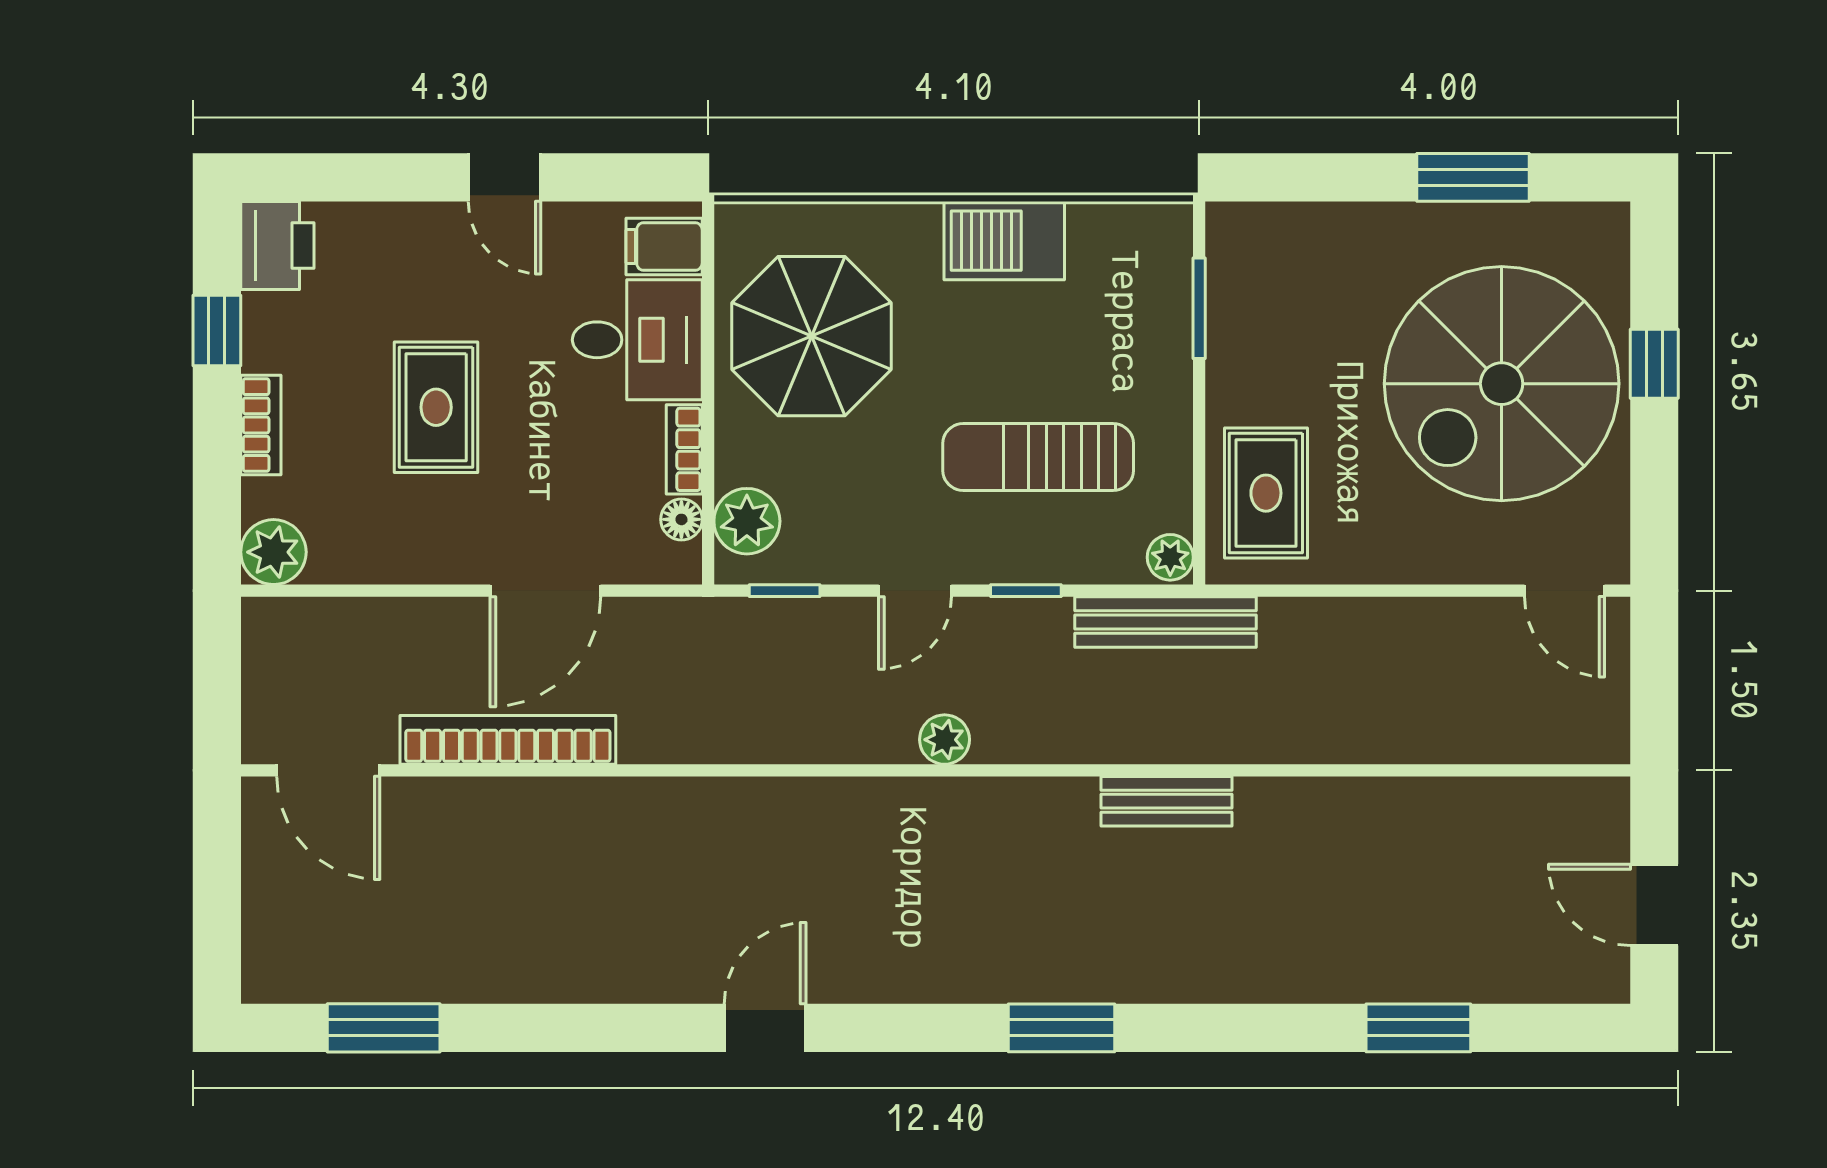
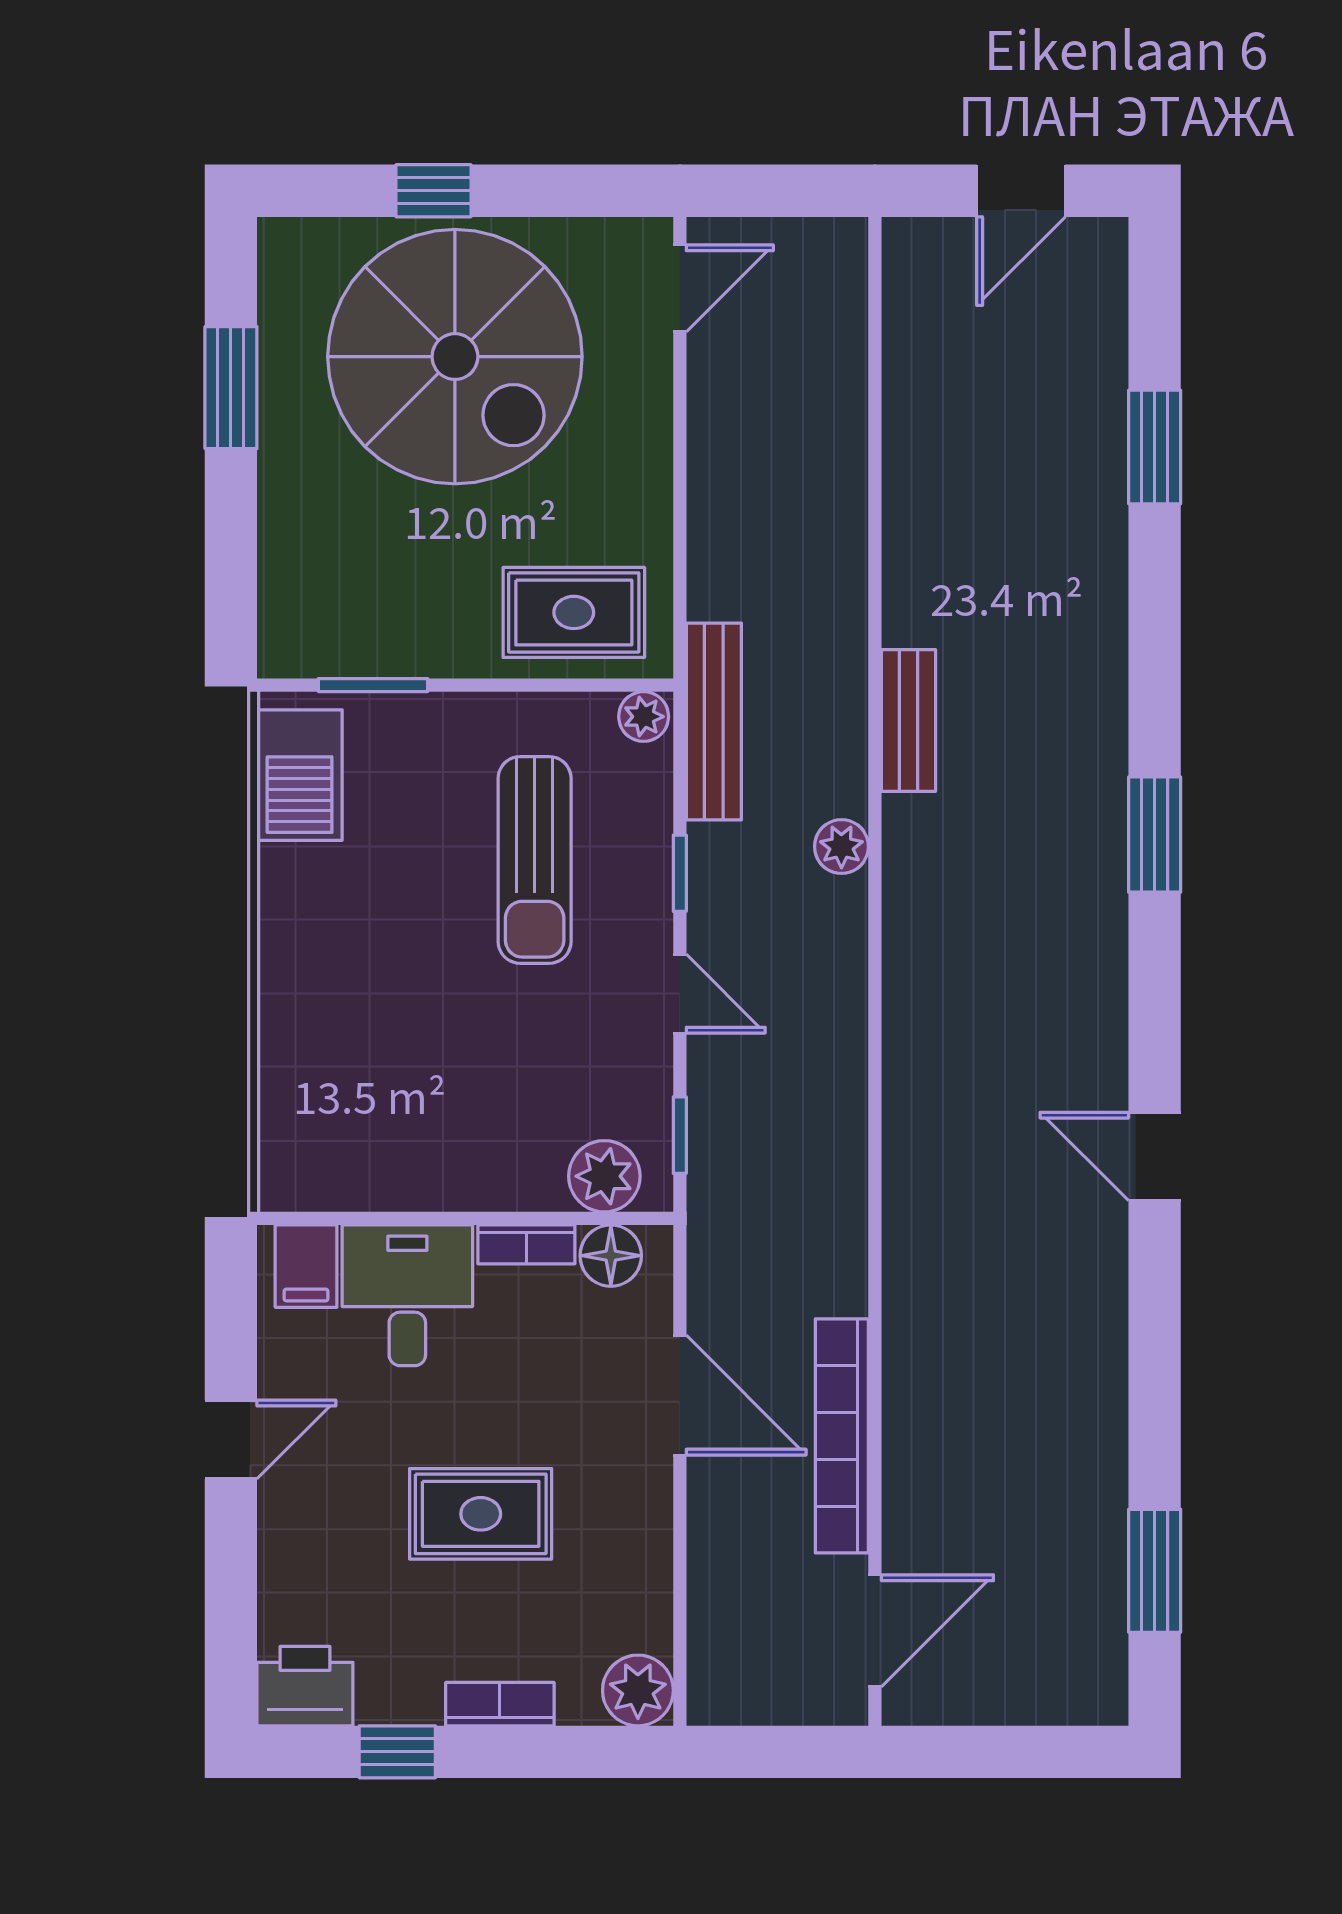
barbecue: (1004, 241) -> (300, 775), moved
parasol: (812, 336) -> (403, 1106), removed
floor lamp: (681, 519) -> (611, 1256), width x1.37, depth x1.37
plant: (945, 740) -> (841, 847), moved

